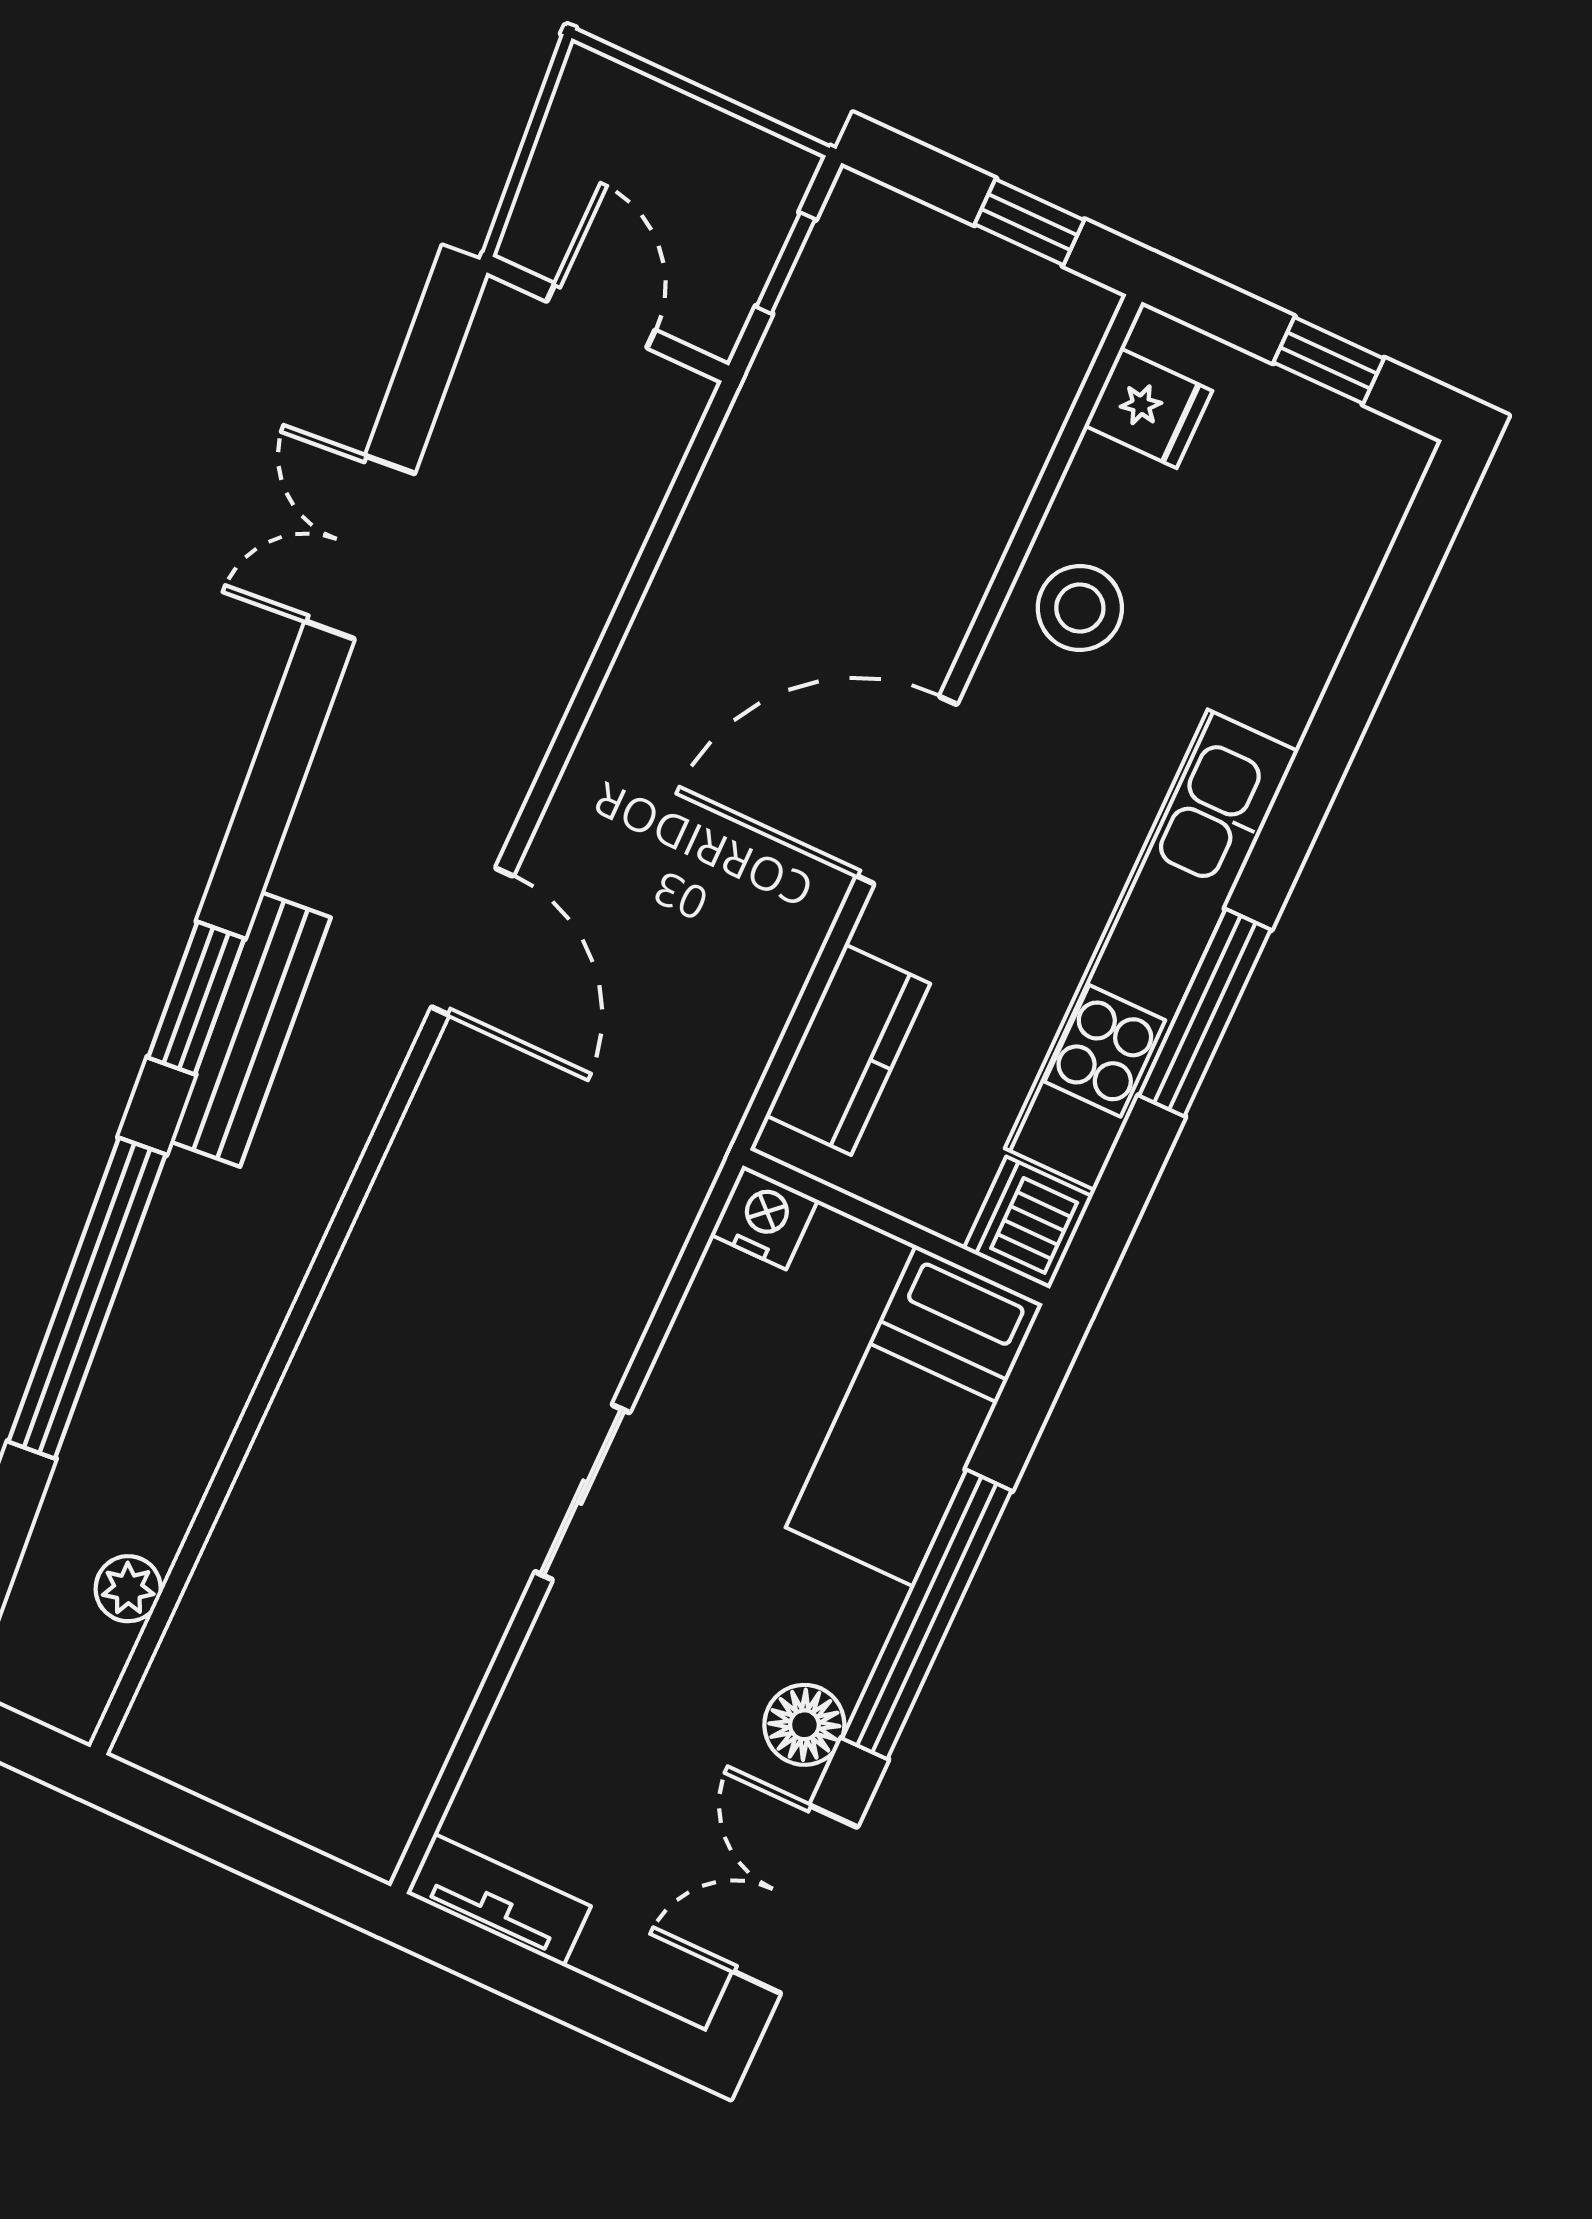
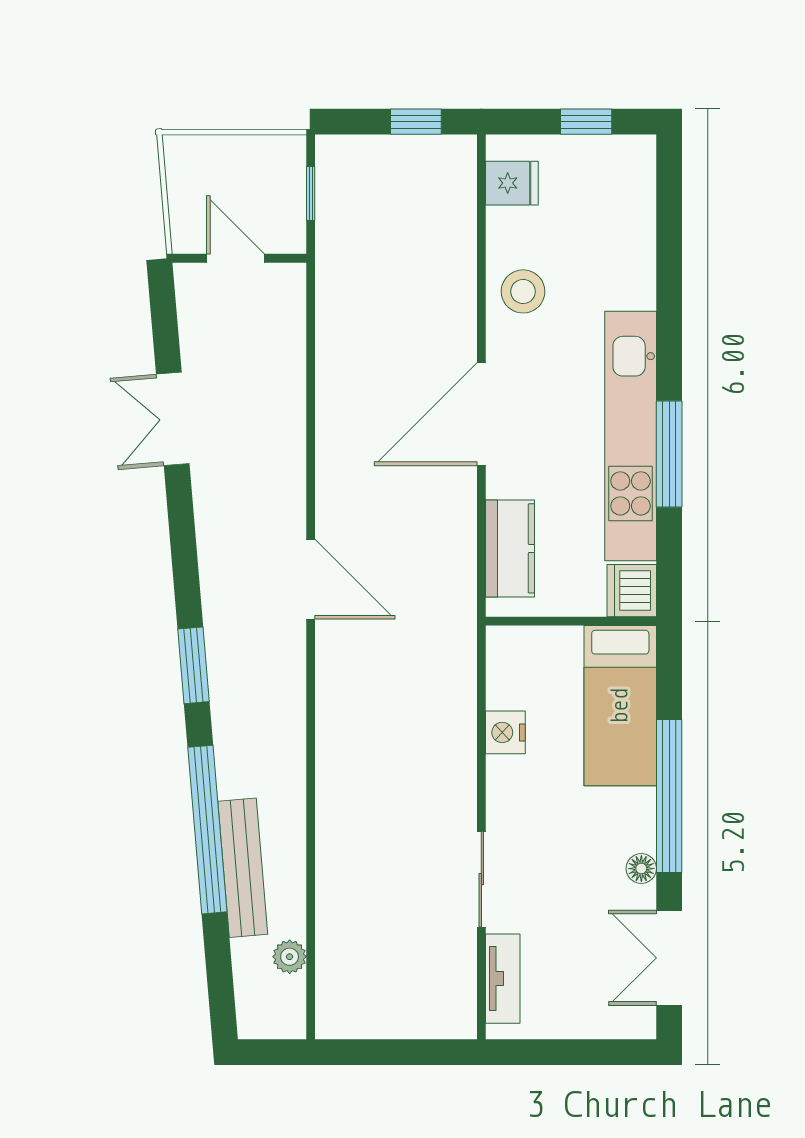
bench: (251, 1029) -> (243, 868), moved
nightstand: (764, 1217) -> (505, 732), moved, turned -90
sliding door: (582, 1492) -> (481, 879), moved
floor lamp: (804, 1725) -> (641, 869), width x0.73, depth x0.73
tv unit: (499, 1900) -> (503, 979), moved, turned 90

